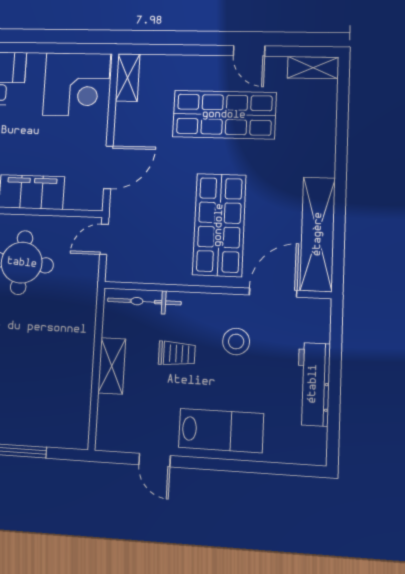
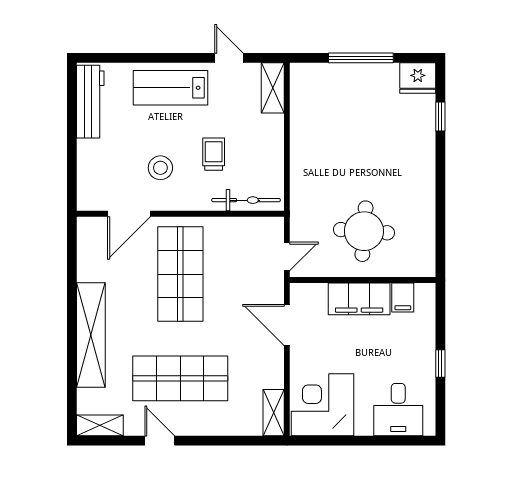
door: (108, 167) -> (287, 325), hinge flipped
shelving: (318, 234) -> (91, 335), moved
trolley: (177, 353) -> (214, 154), turned 90
shelving: (112, 366) -> (273, 88), moved
workbench: (313, 384) -> (90, 102), moved

